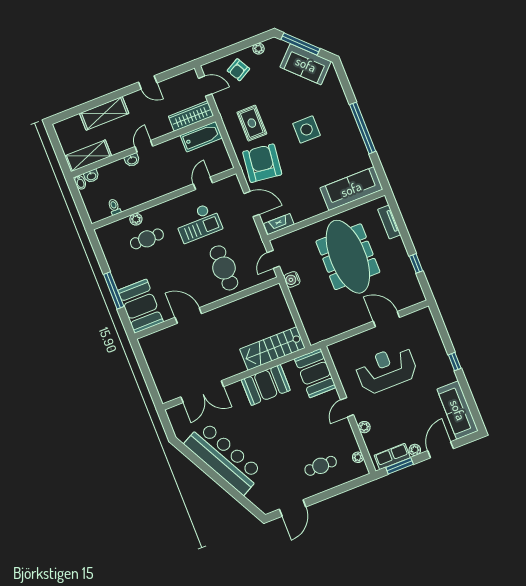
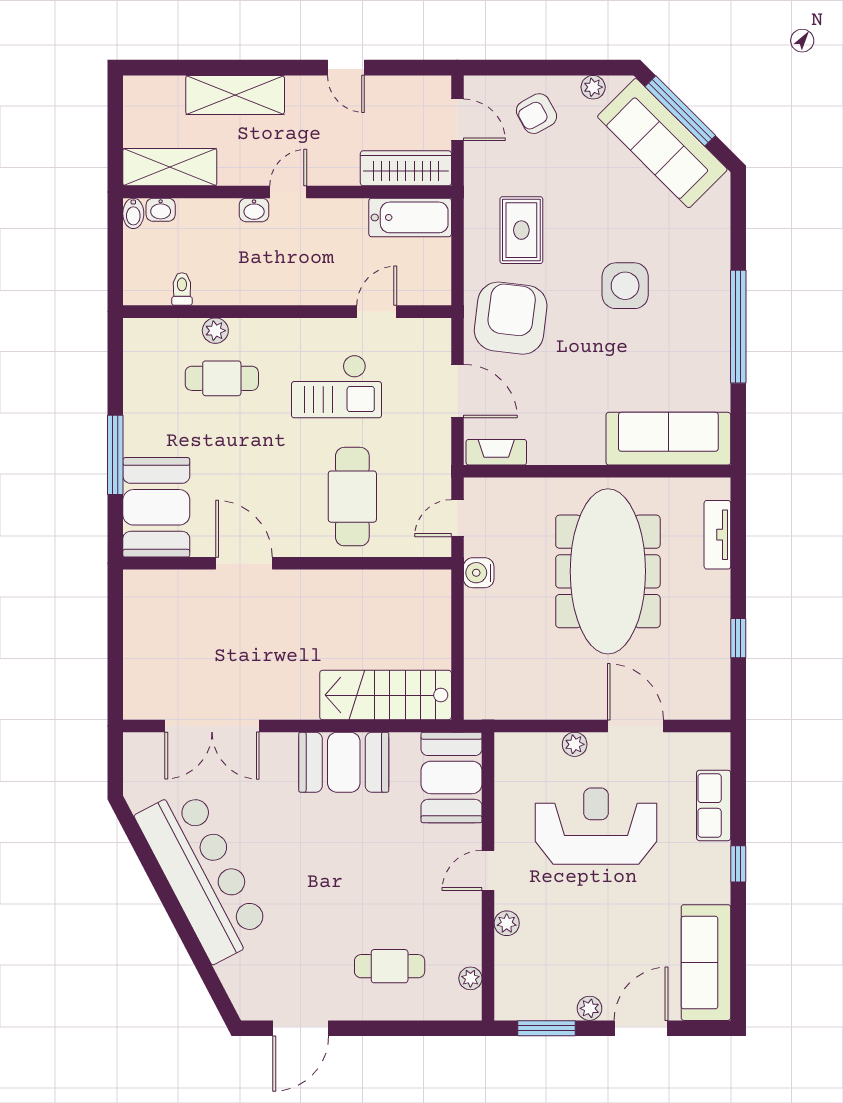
sofa: (306, 64) -> (662, 143), width x1.36
plant: (363, 338) -> (575, 744), added
row of seats: (392, 456) -> (714, 805), moved, turned -90

